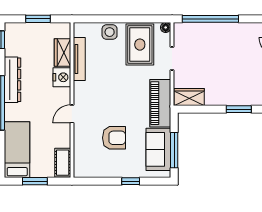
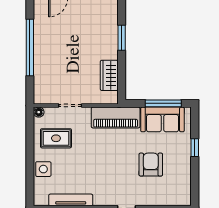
window: (210, 19) -> (30, 48), moved
rug: (140, 45) -> (56, 138), width x0.73, depth x0.70
wardrobe: (189, 97) -> (109, 75), moved

